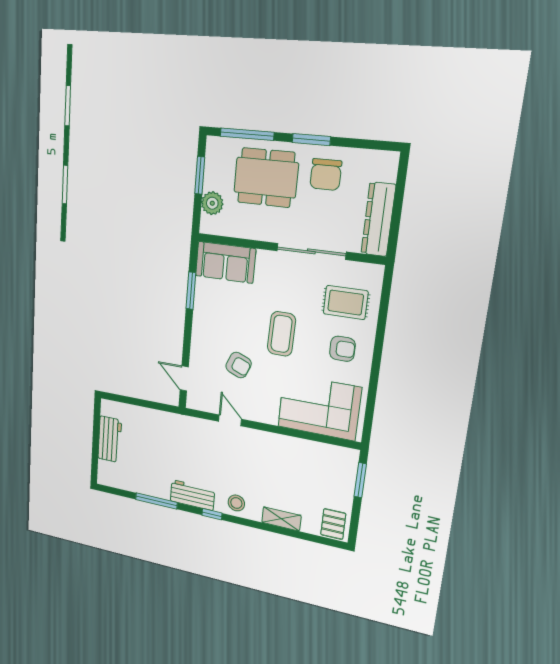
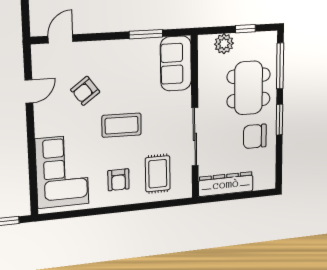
window: (200, 175) -> (245, 29), width x0.67
armchair: (239, 365) -> (85, 91), turned 32

